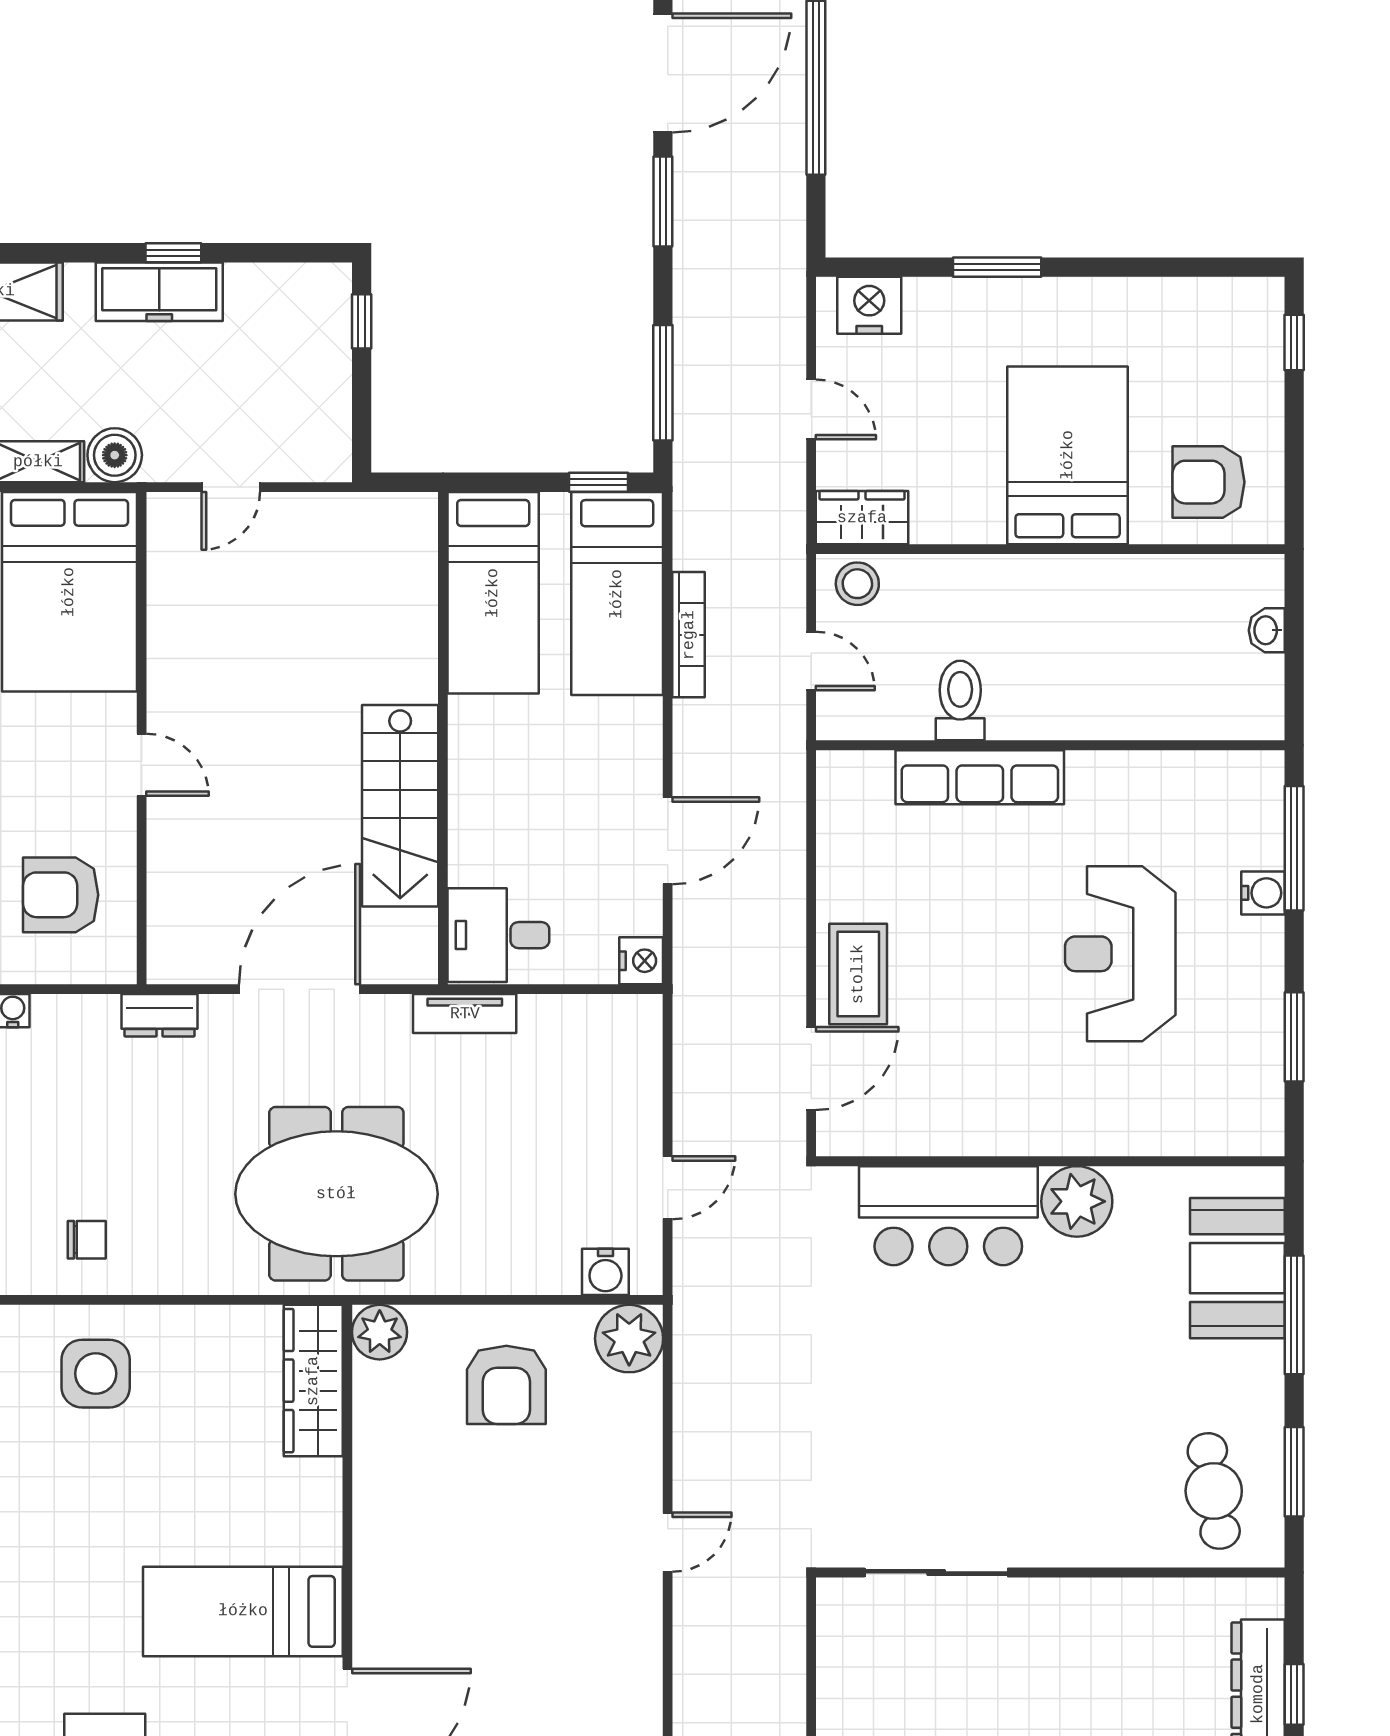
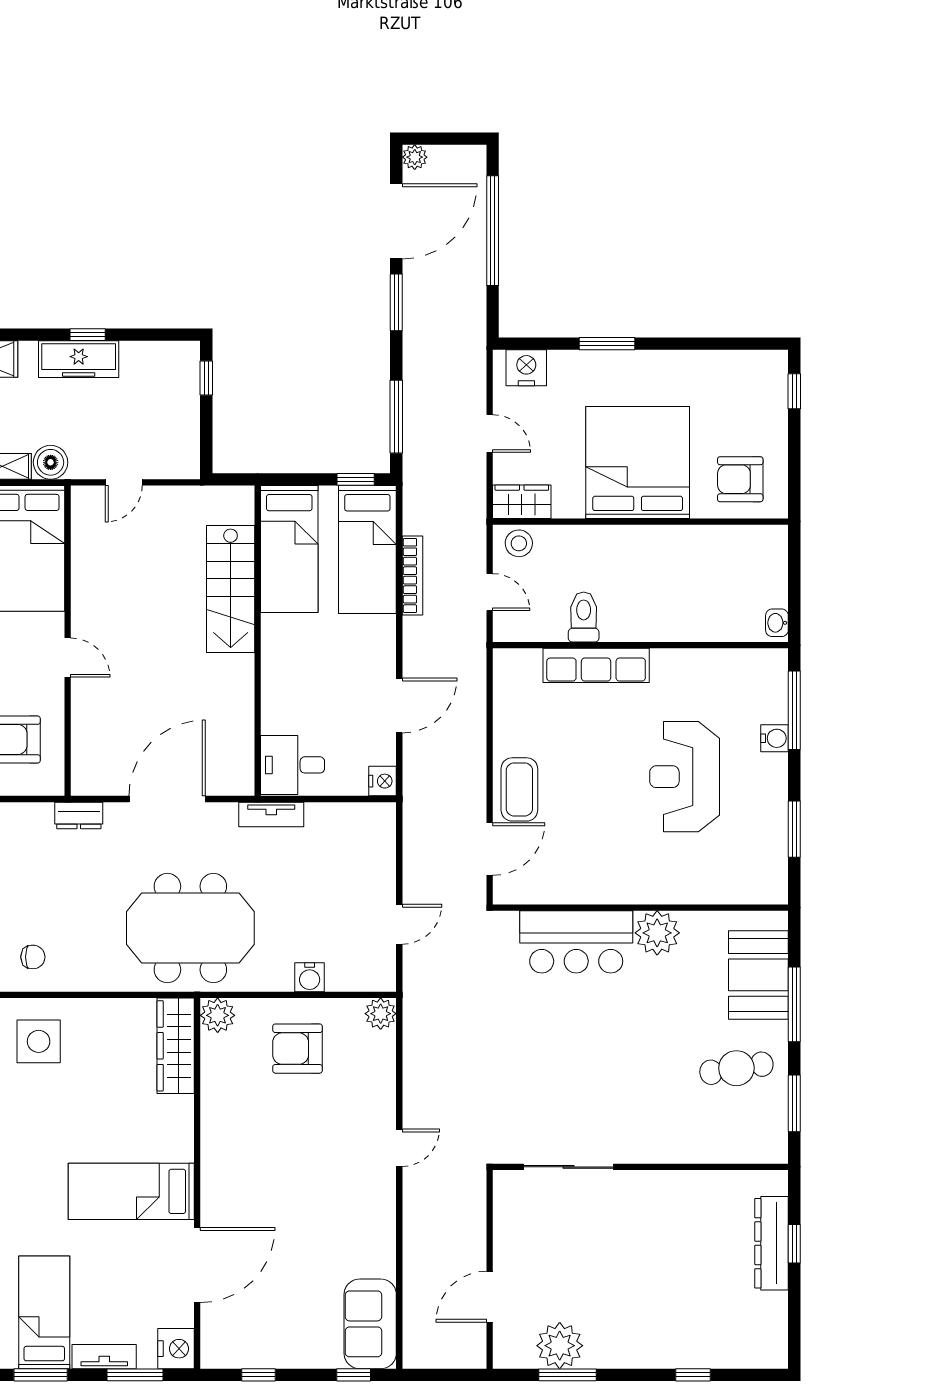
bed: (1068, 455) -> (638, 462), width x1.36
washbasin: (1267, 630) -> (777, 623), moved
stairs: (400, 806) -> (231, 589), moved
water cooler: (605, 1272) -> (310, 977), moved
plant: (629, 1339) -> (381, 1014), width x0.73, depth x0.73
armchair: (506, 1385) -> (298, 1049), turned 90
cafe table: (1214, 1491) -> (736, 1068), moved, turned 90

